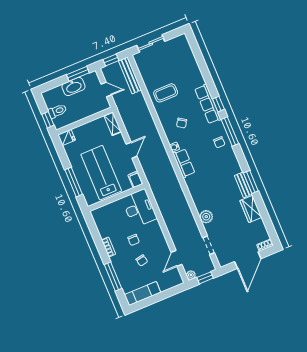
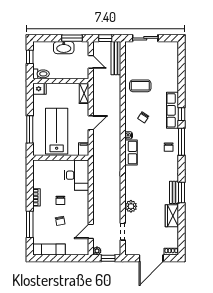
toilet: (57, 111) -> (41, 74), moved
window: (48, 120) -> (30, 57), moved

